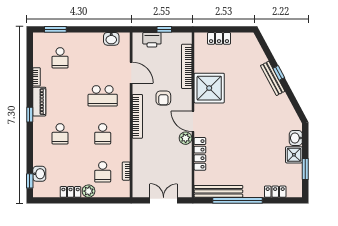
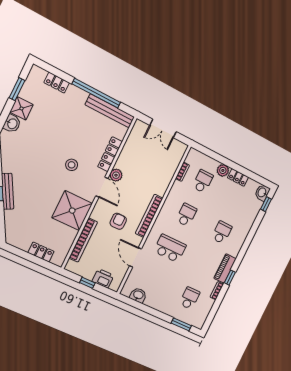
window: (30, 115) -> (230, 278), moved
stool: (229, 128) -> (72, 165), added
washbasin: (39, 174) -> (262, 193), moved

